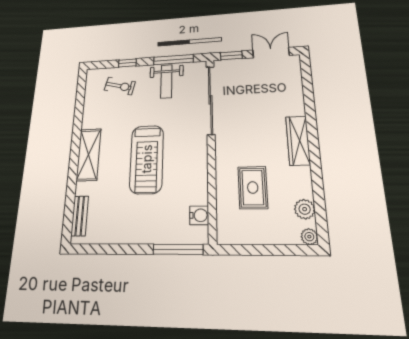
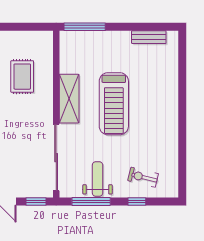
shelving: (89, 155) -> (69, 99), moved
treadmill: (147, 159) -> (114, 104), turned 180
water cooler: (199, 215) -> (67, 54), removed
bench: (80, 216) -> (149, 37), moved, turned 90

